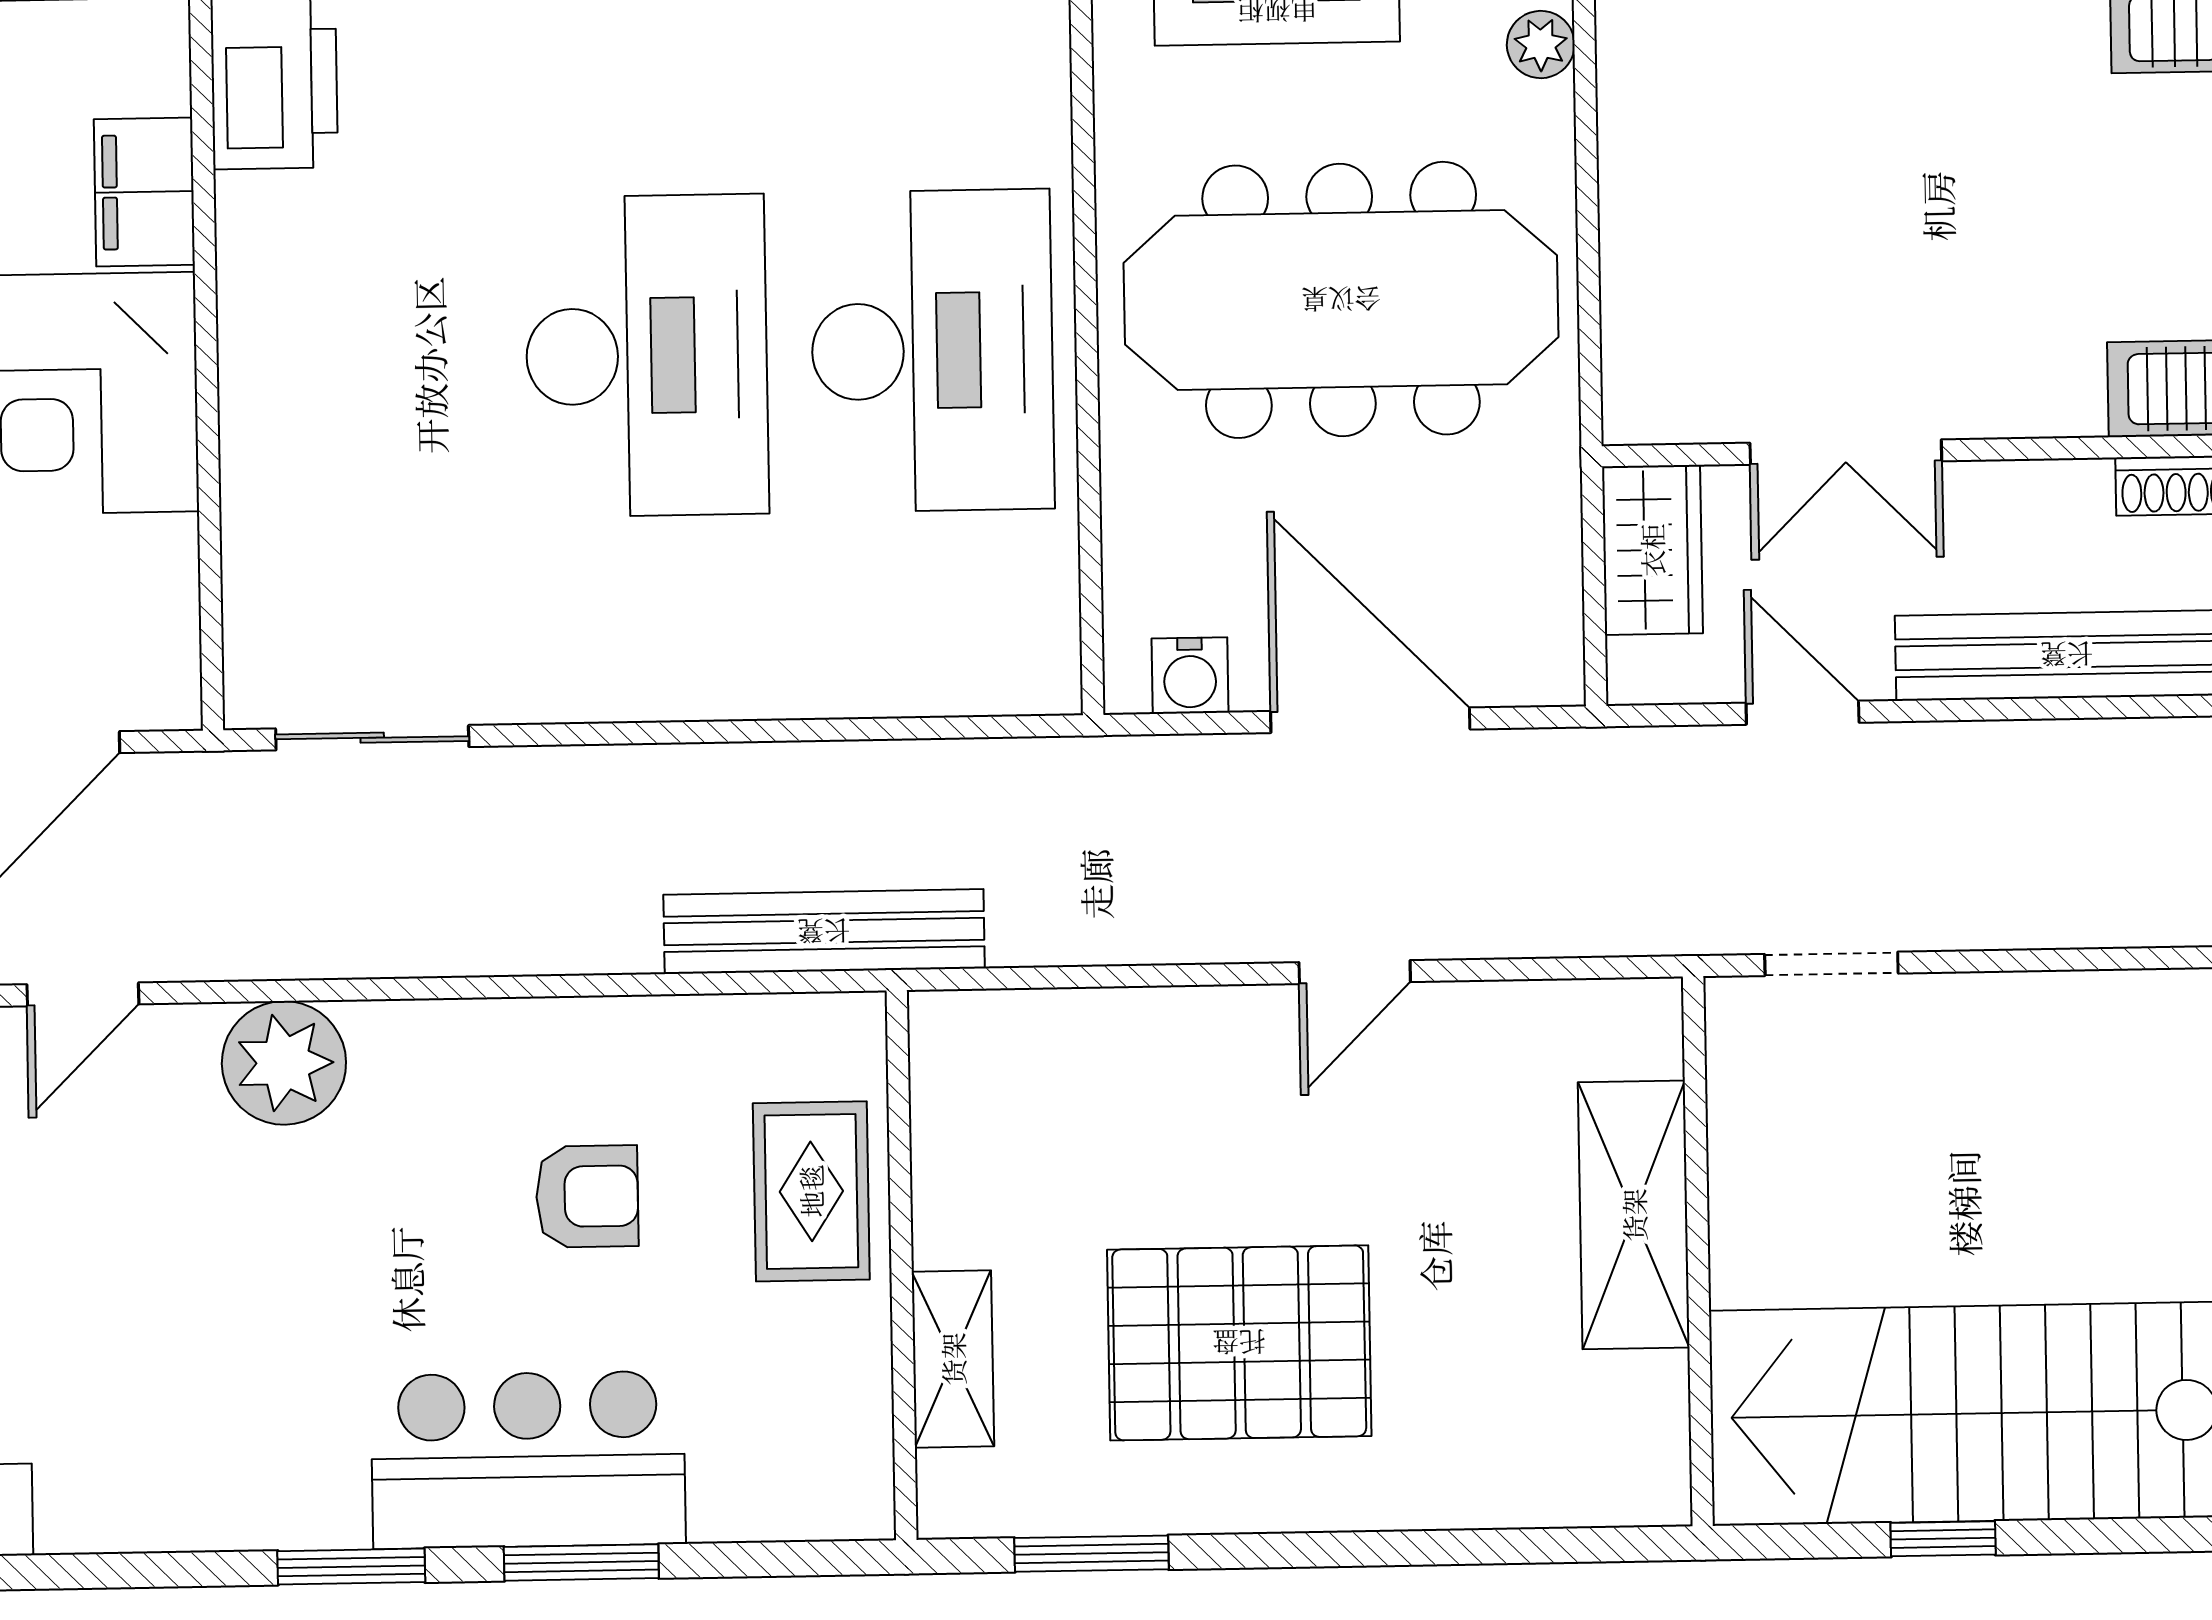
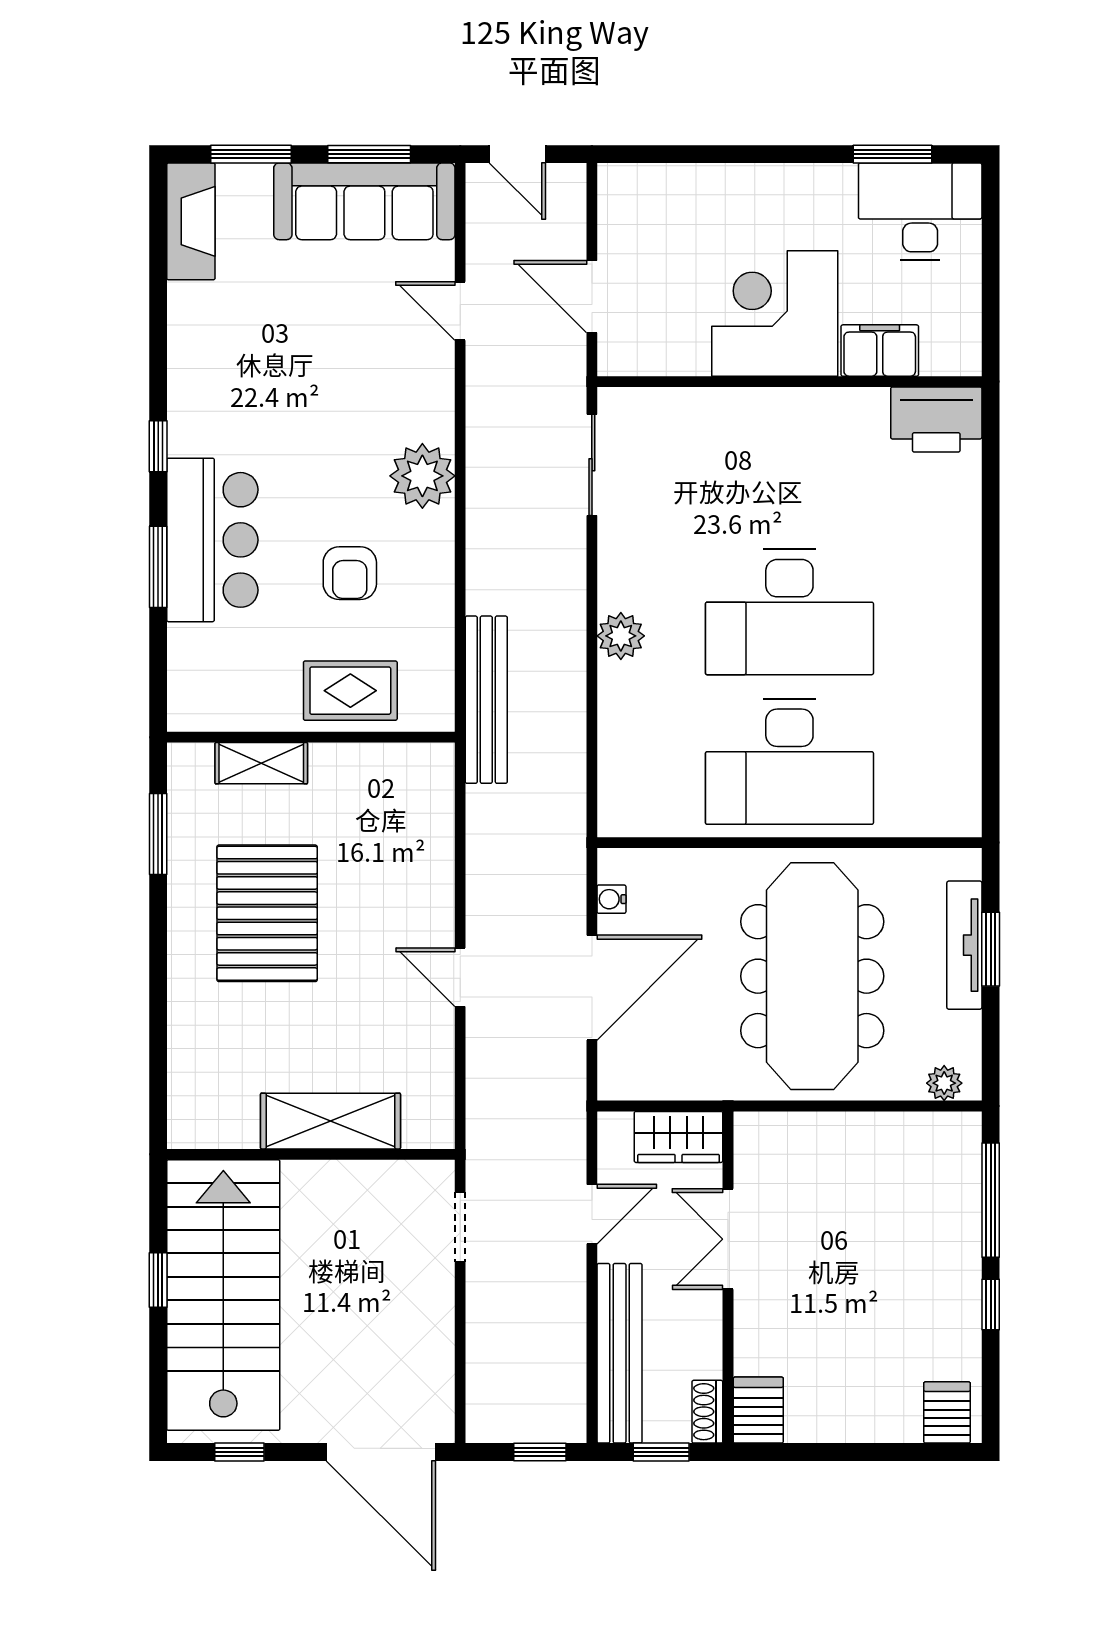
water cooler: (1190, 676) -> (611, 899), width x0.72, depth x0.72
plant: (698, 677) -> (621, 636), added
plant: (284, 1063) -> (422, 476), moved
window: (351, 1567) -> (158, 446), width x0.67

